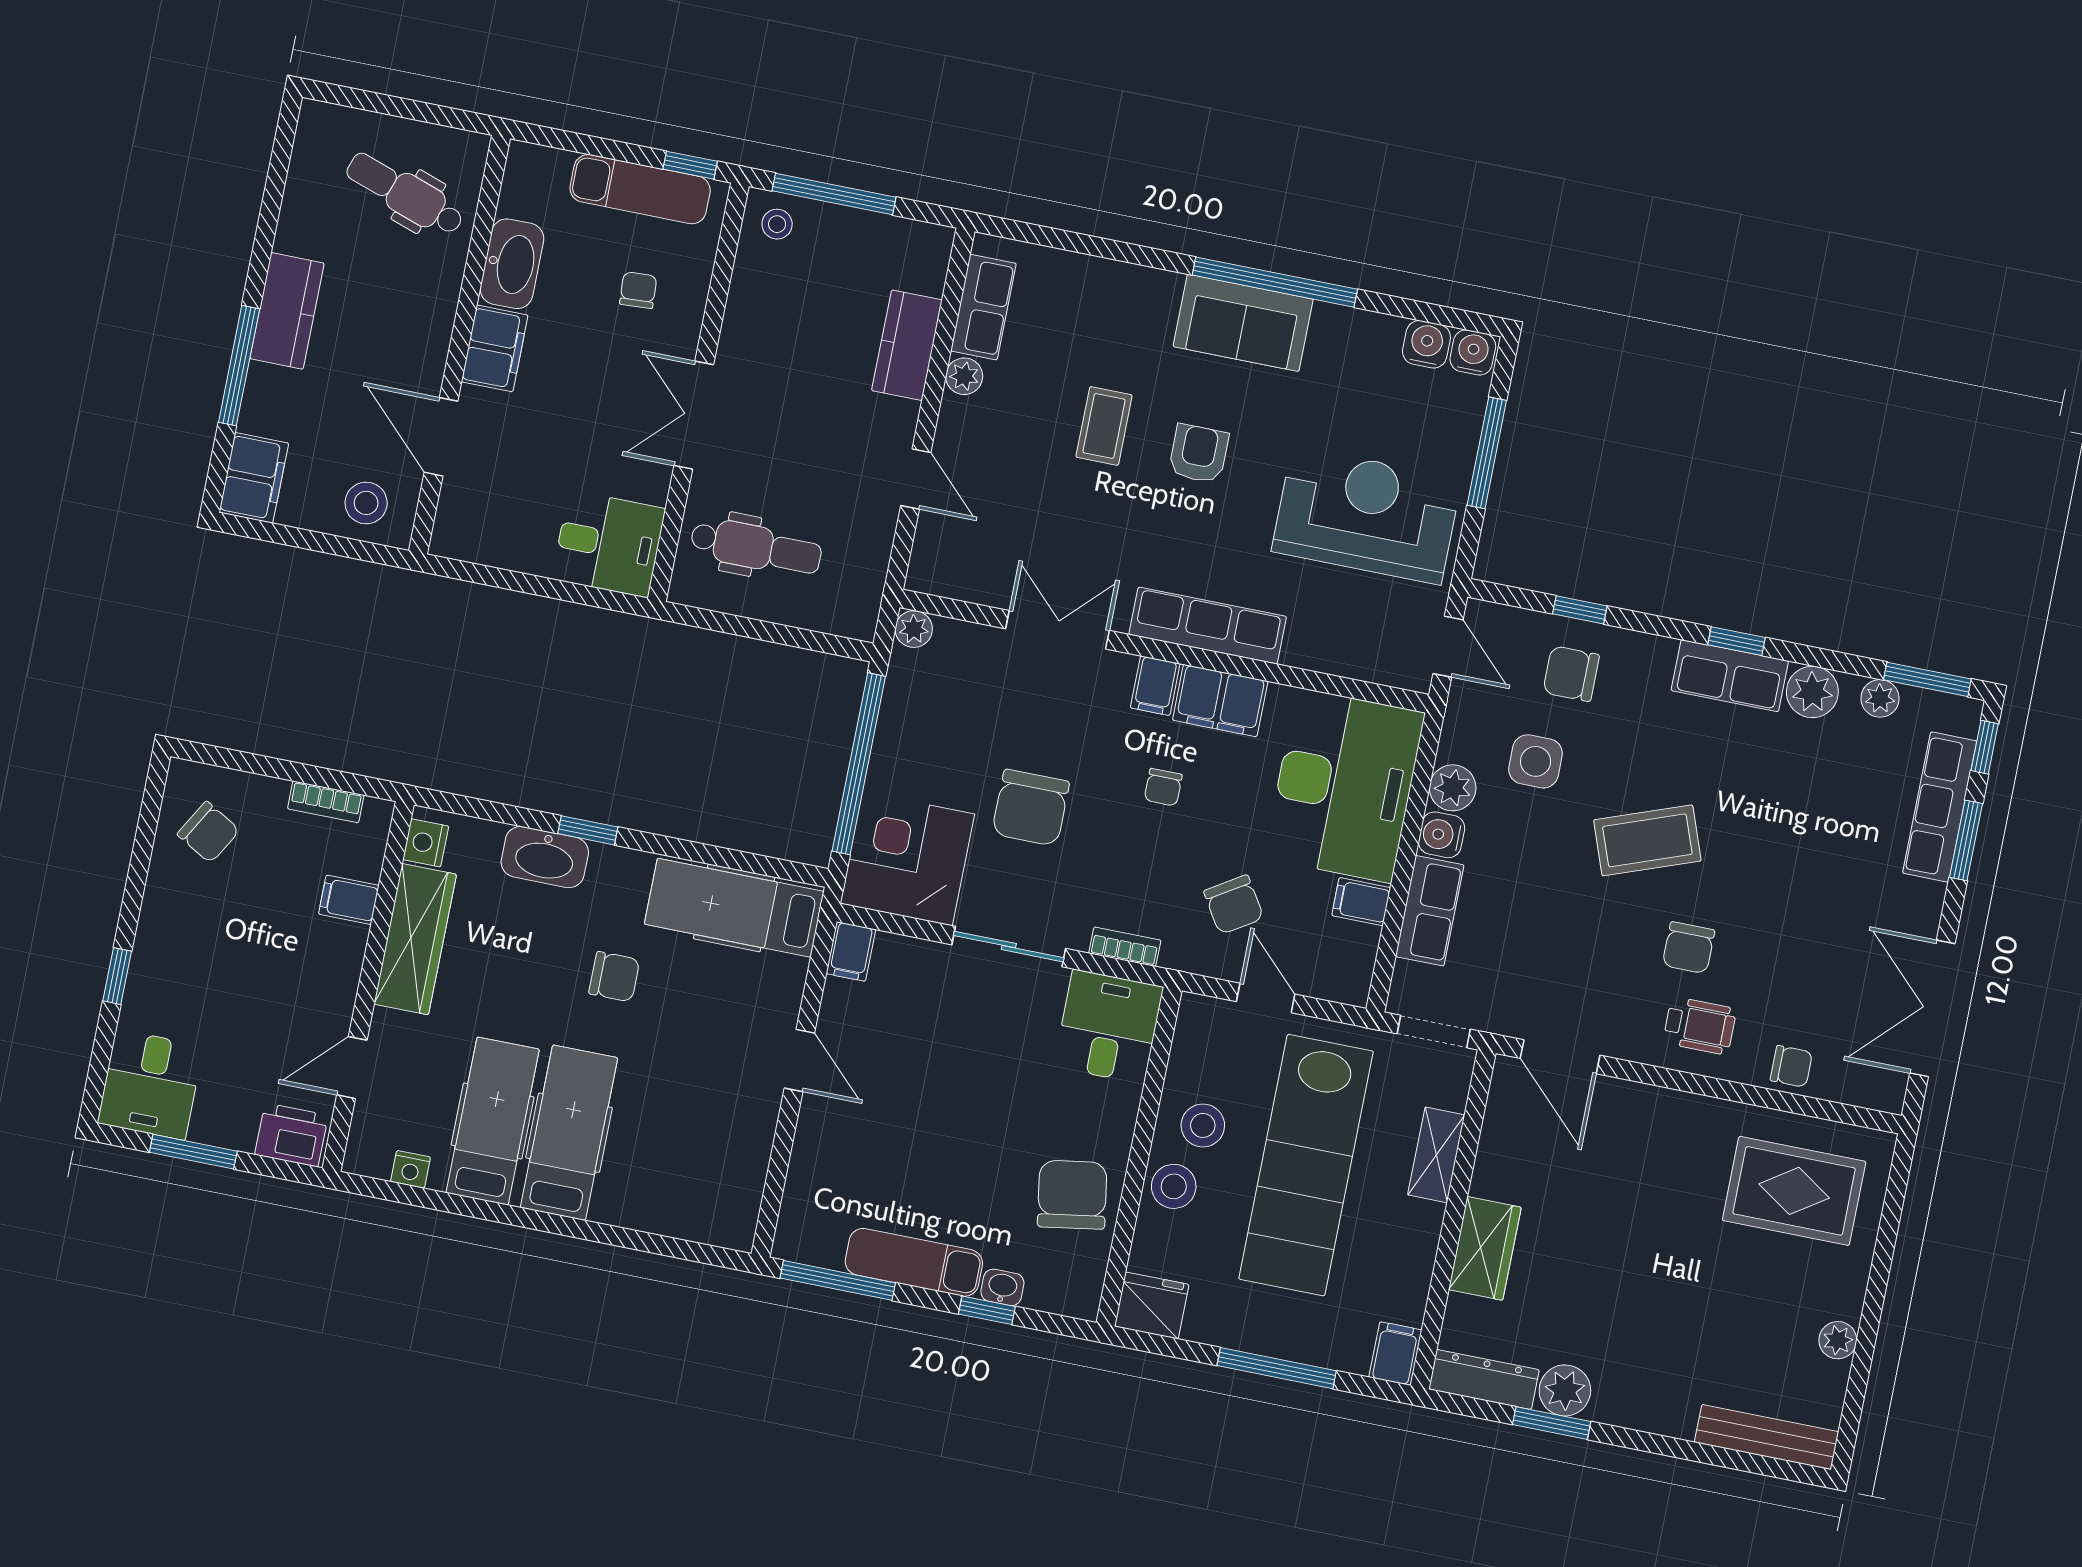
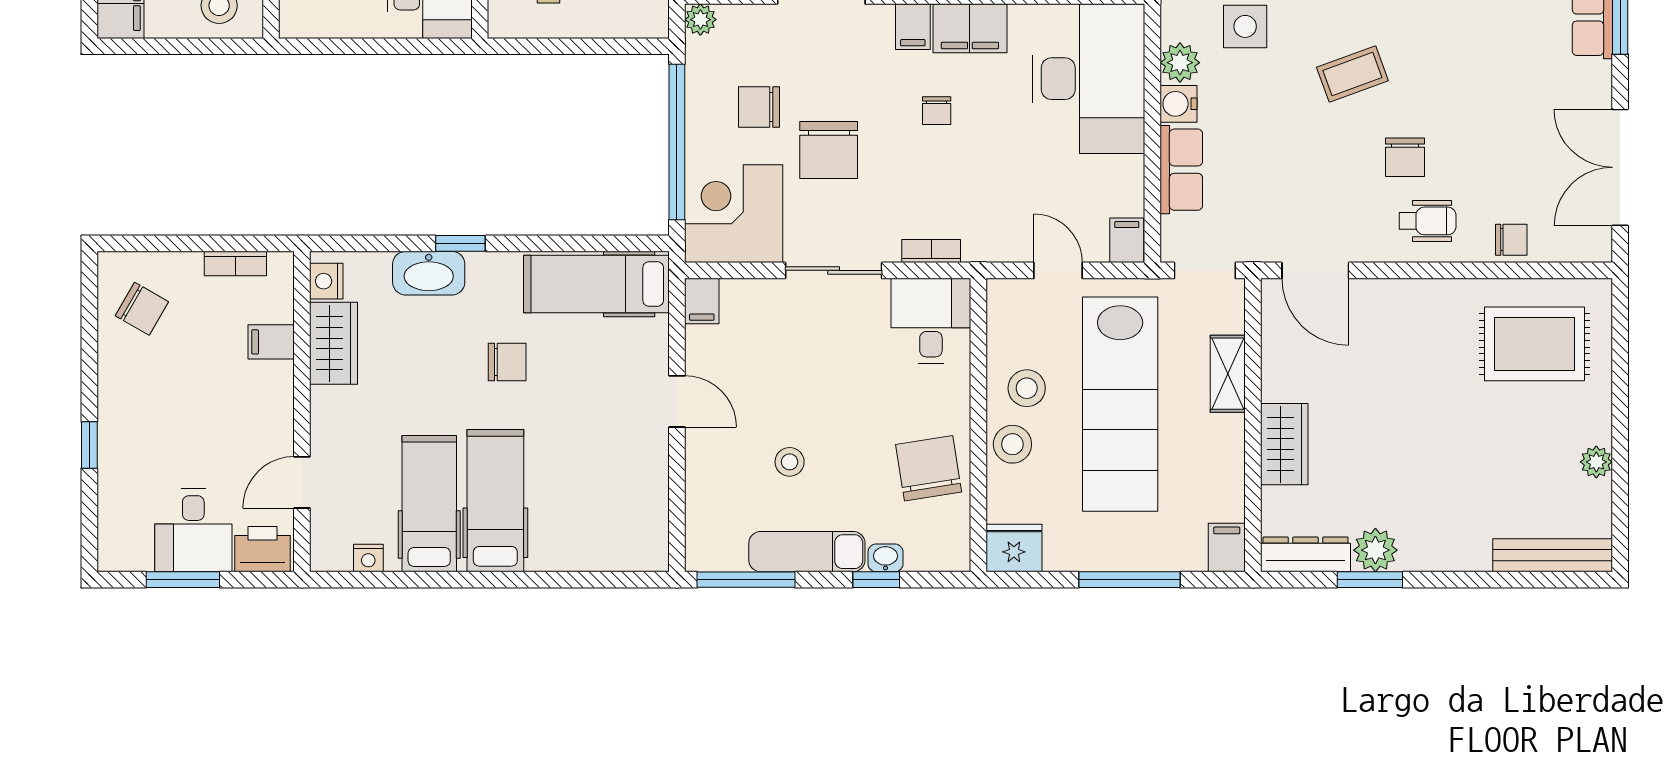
coffee table: (1647, 840) -> (1352, 74), width x0.73, depth x0.77
filing cabinet: (1361, 902) -> (1127, 240), moved, turned 90
chair: (1234, 905) -> (759, 107), moved, turned 122
wardrobe: (415, 939) -> (333, 343), width x0.67
desk: (150, 1085) -> (193, 530), moved
stool: (915, 1156) -> (790, 462), added

